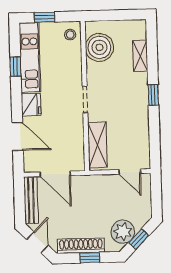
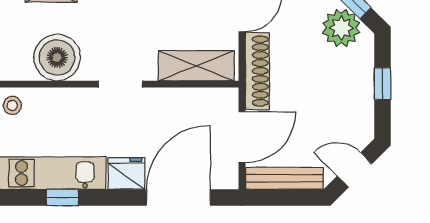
boiler: (99, 47) -> (57, 58), moved
door: (18, 136) -> (178, 197), width x1.36
shoe rack: (81, 246) -> (257, 71), moved, turned 180

